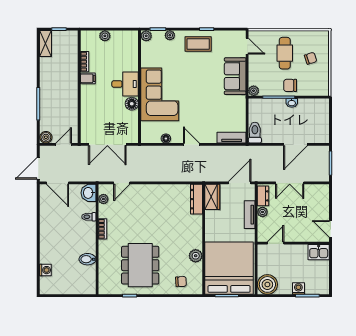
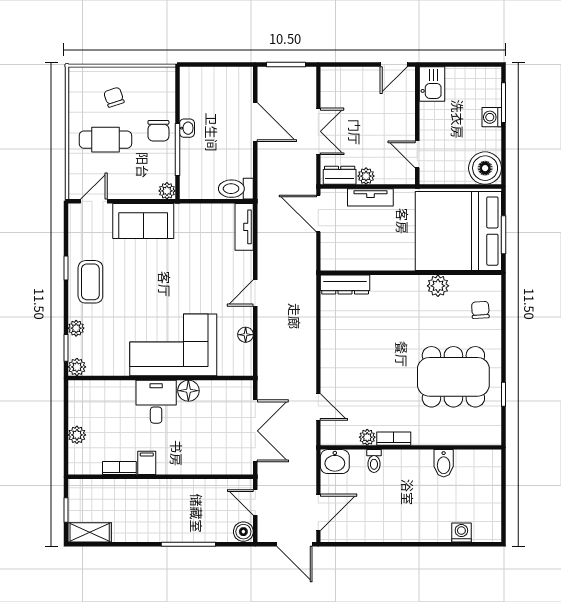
wardrobe: (212, 197) -> (341, 259), removed
plant: (103, 199) -> (367, 437), moved

